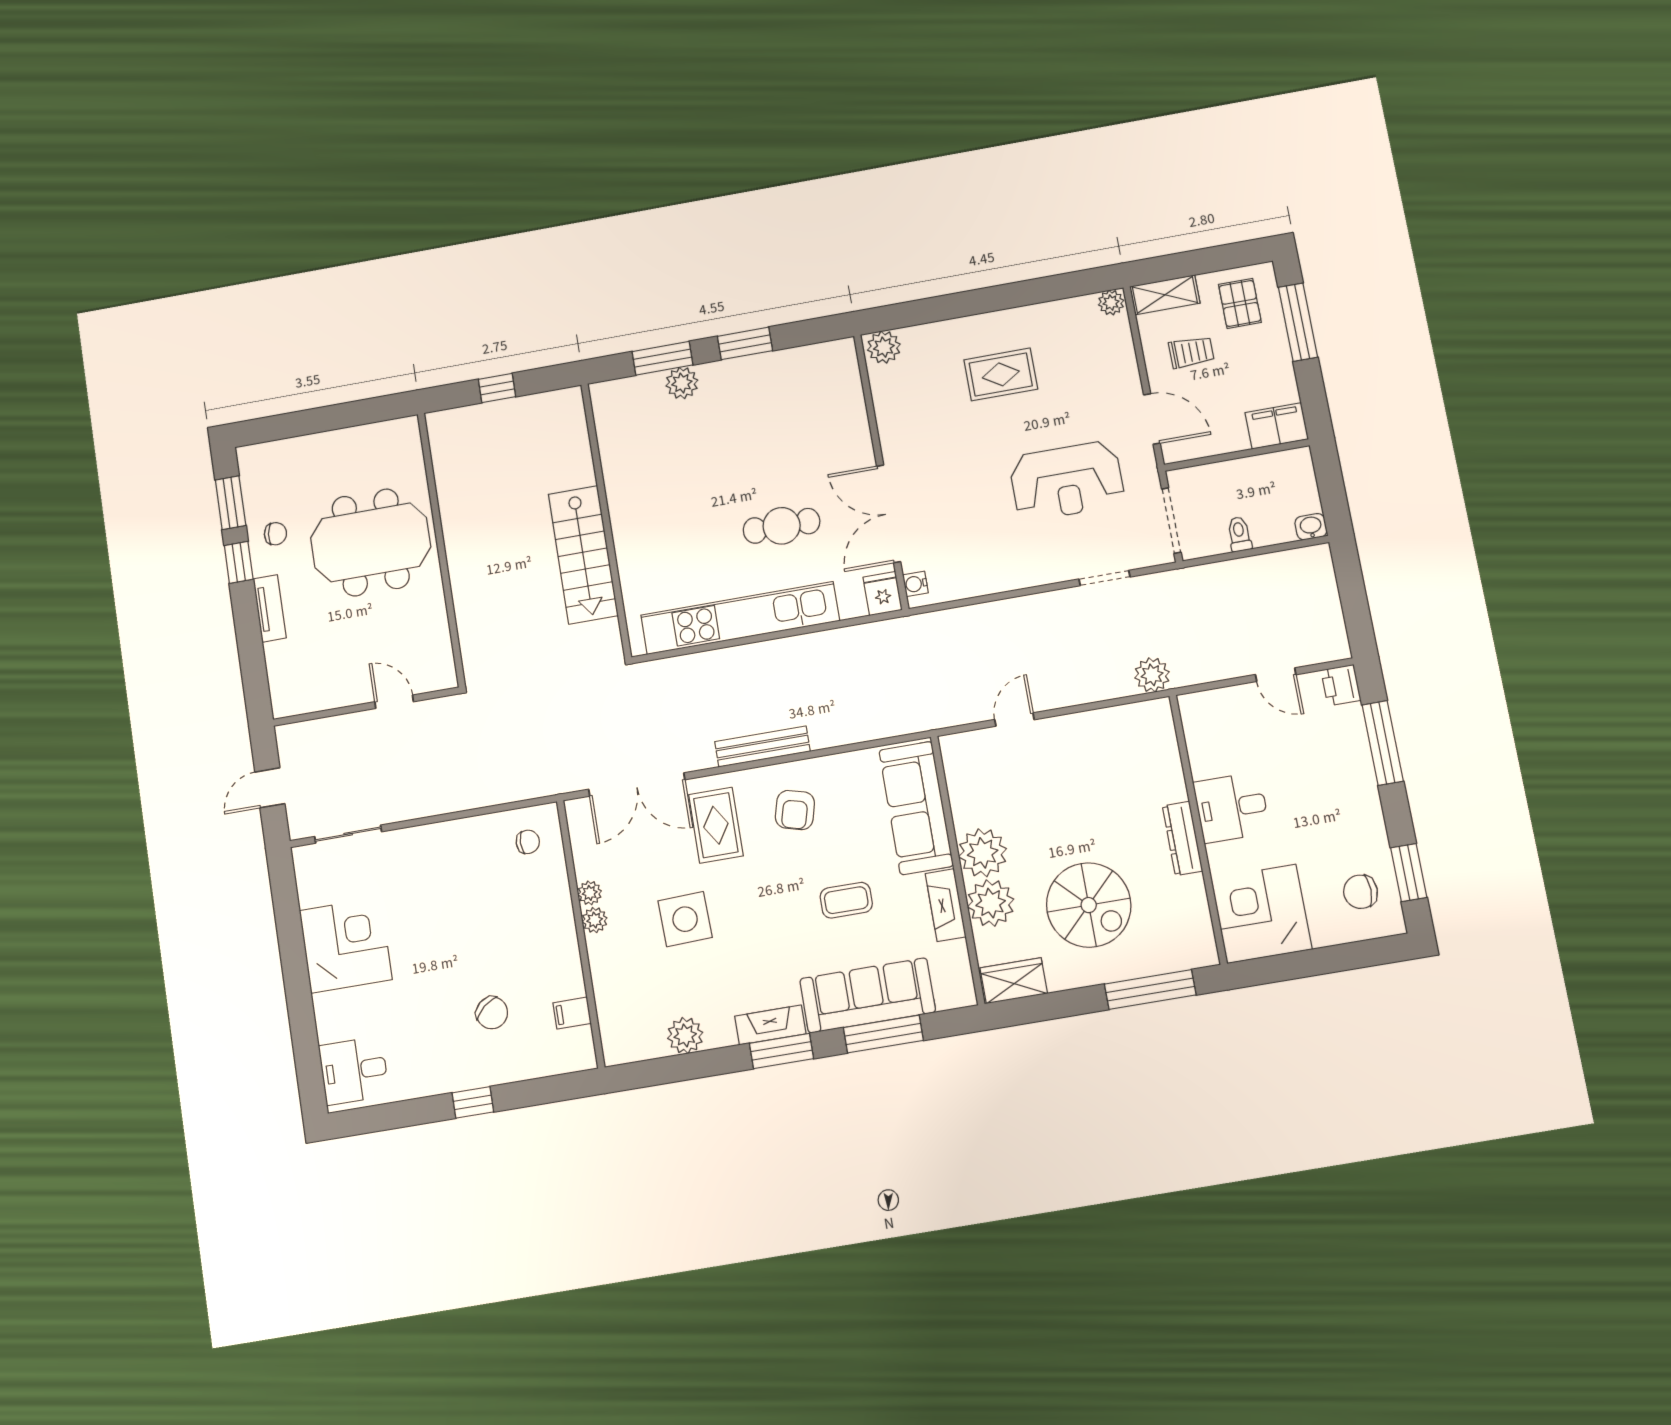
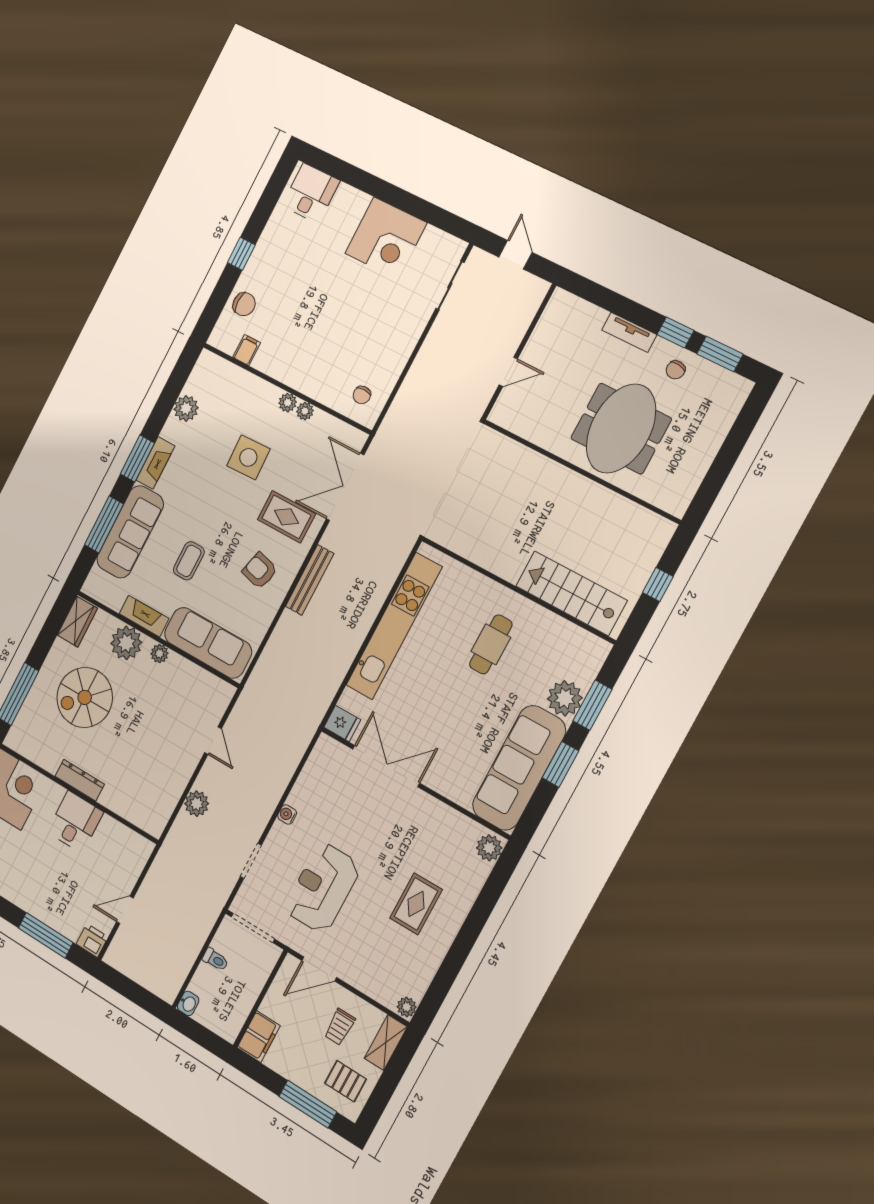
sofa: (781, 380) -> (519, 768), added
plant: (682, 383) -> (565, 698), width x1.36, depth x1.36
cafe table: (782, 526) -> (491, 644), moved
stairs: (583, 555) -> (571, 593), moved
water cooler: (915, 584) -> (287, 814), moved, turned -90
plant: (1152, 675) -> (197, 804), moved
plant: (983, 853) -> (160, 653), width x0.53, depth x0.53
chair: (492, 1013) -> (244, 304), moved, turned -140

